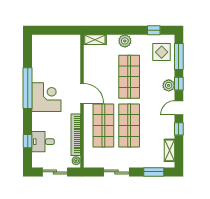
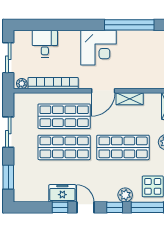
plant: (169, 85) -> (125, 195), moved
window: (28, 88) -> (129, 25), moved
freezer: (167, 127) -> (62, 193), added
window: (28, 141) -> (45, 25), removed
shelving: (169, 150) -> (130, 99), moved

